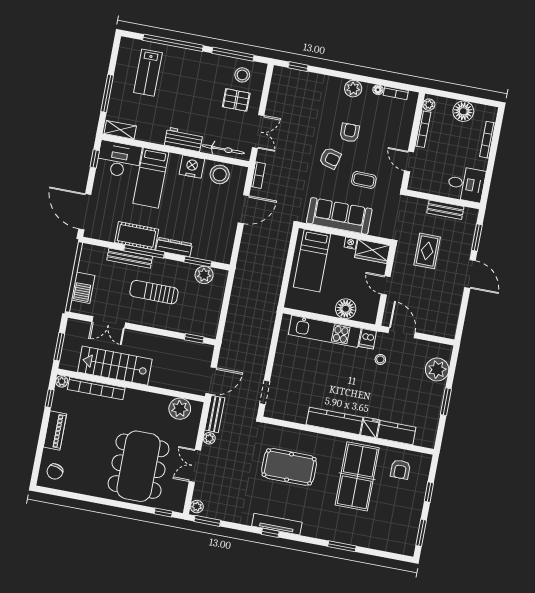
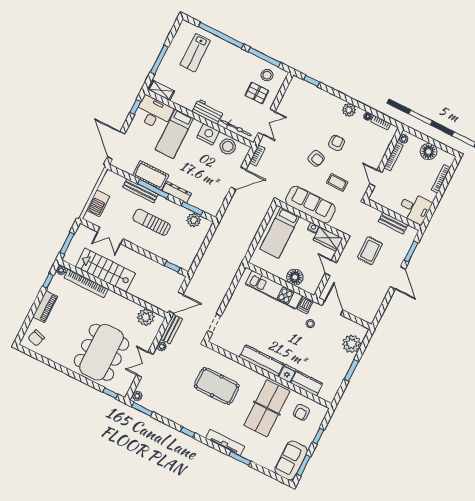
tv unit: (277, 524) -> (225, 442), moved
sofa: (404, 531) -> (291, 460), added

